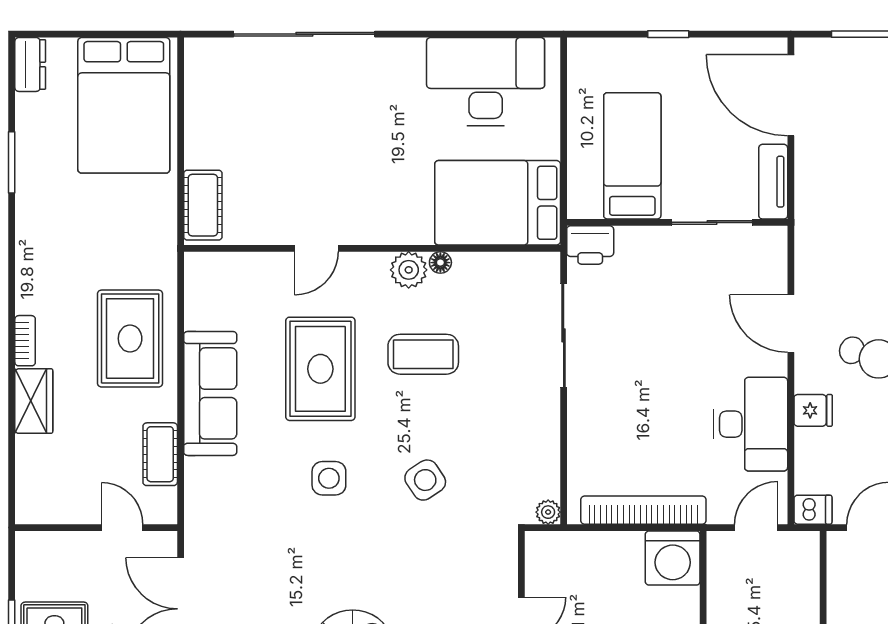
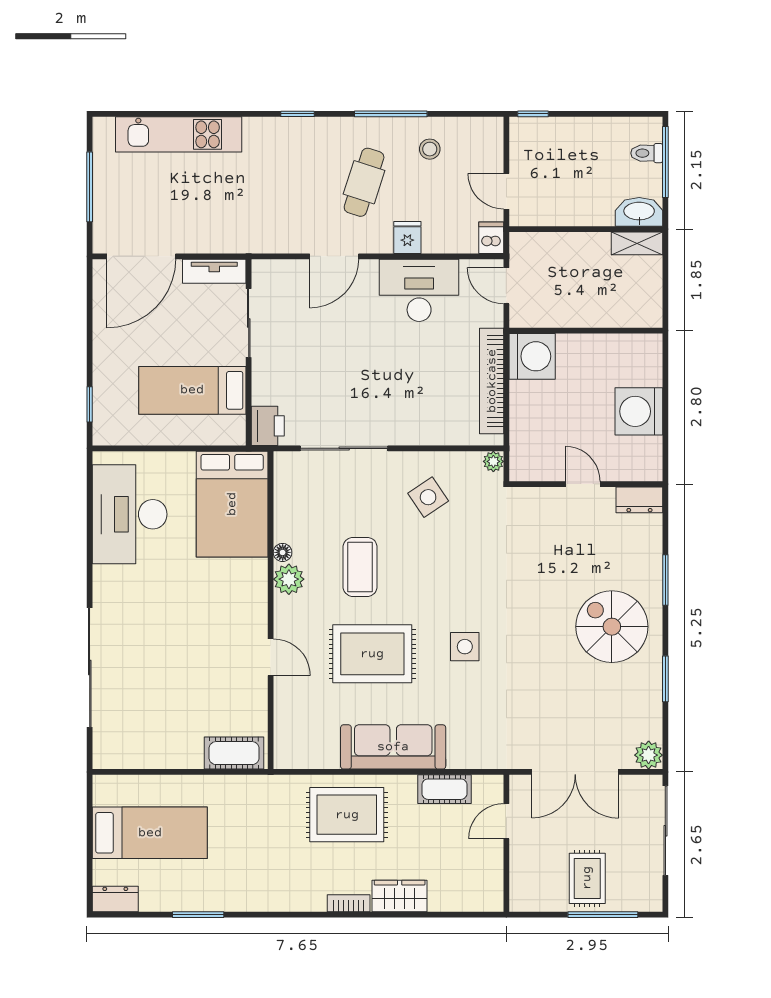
window: (668, 34) -> (90, 404), moved
bed: (124, 105) -> (150, 833), width x0.67
side table: (425, 480) -> (428, 497), moved

